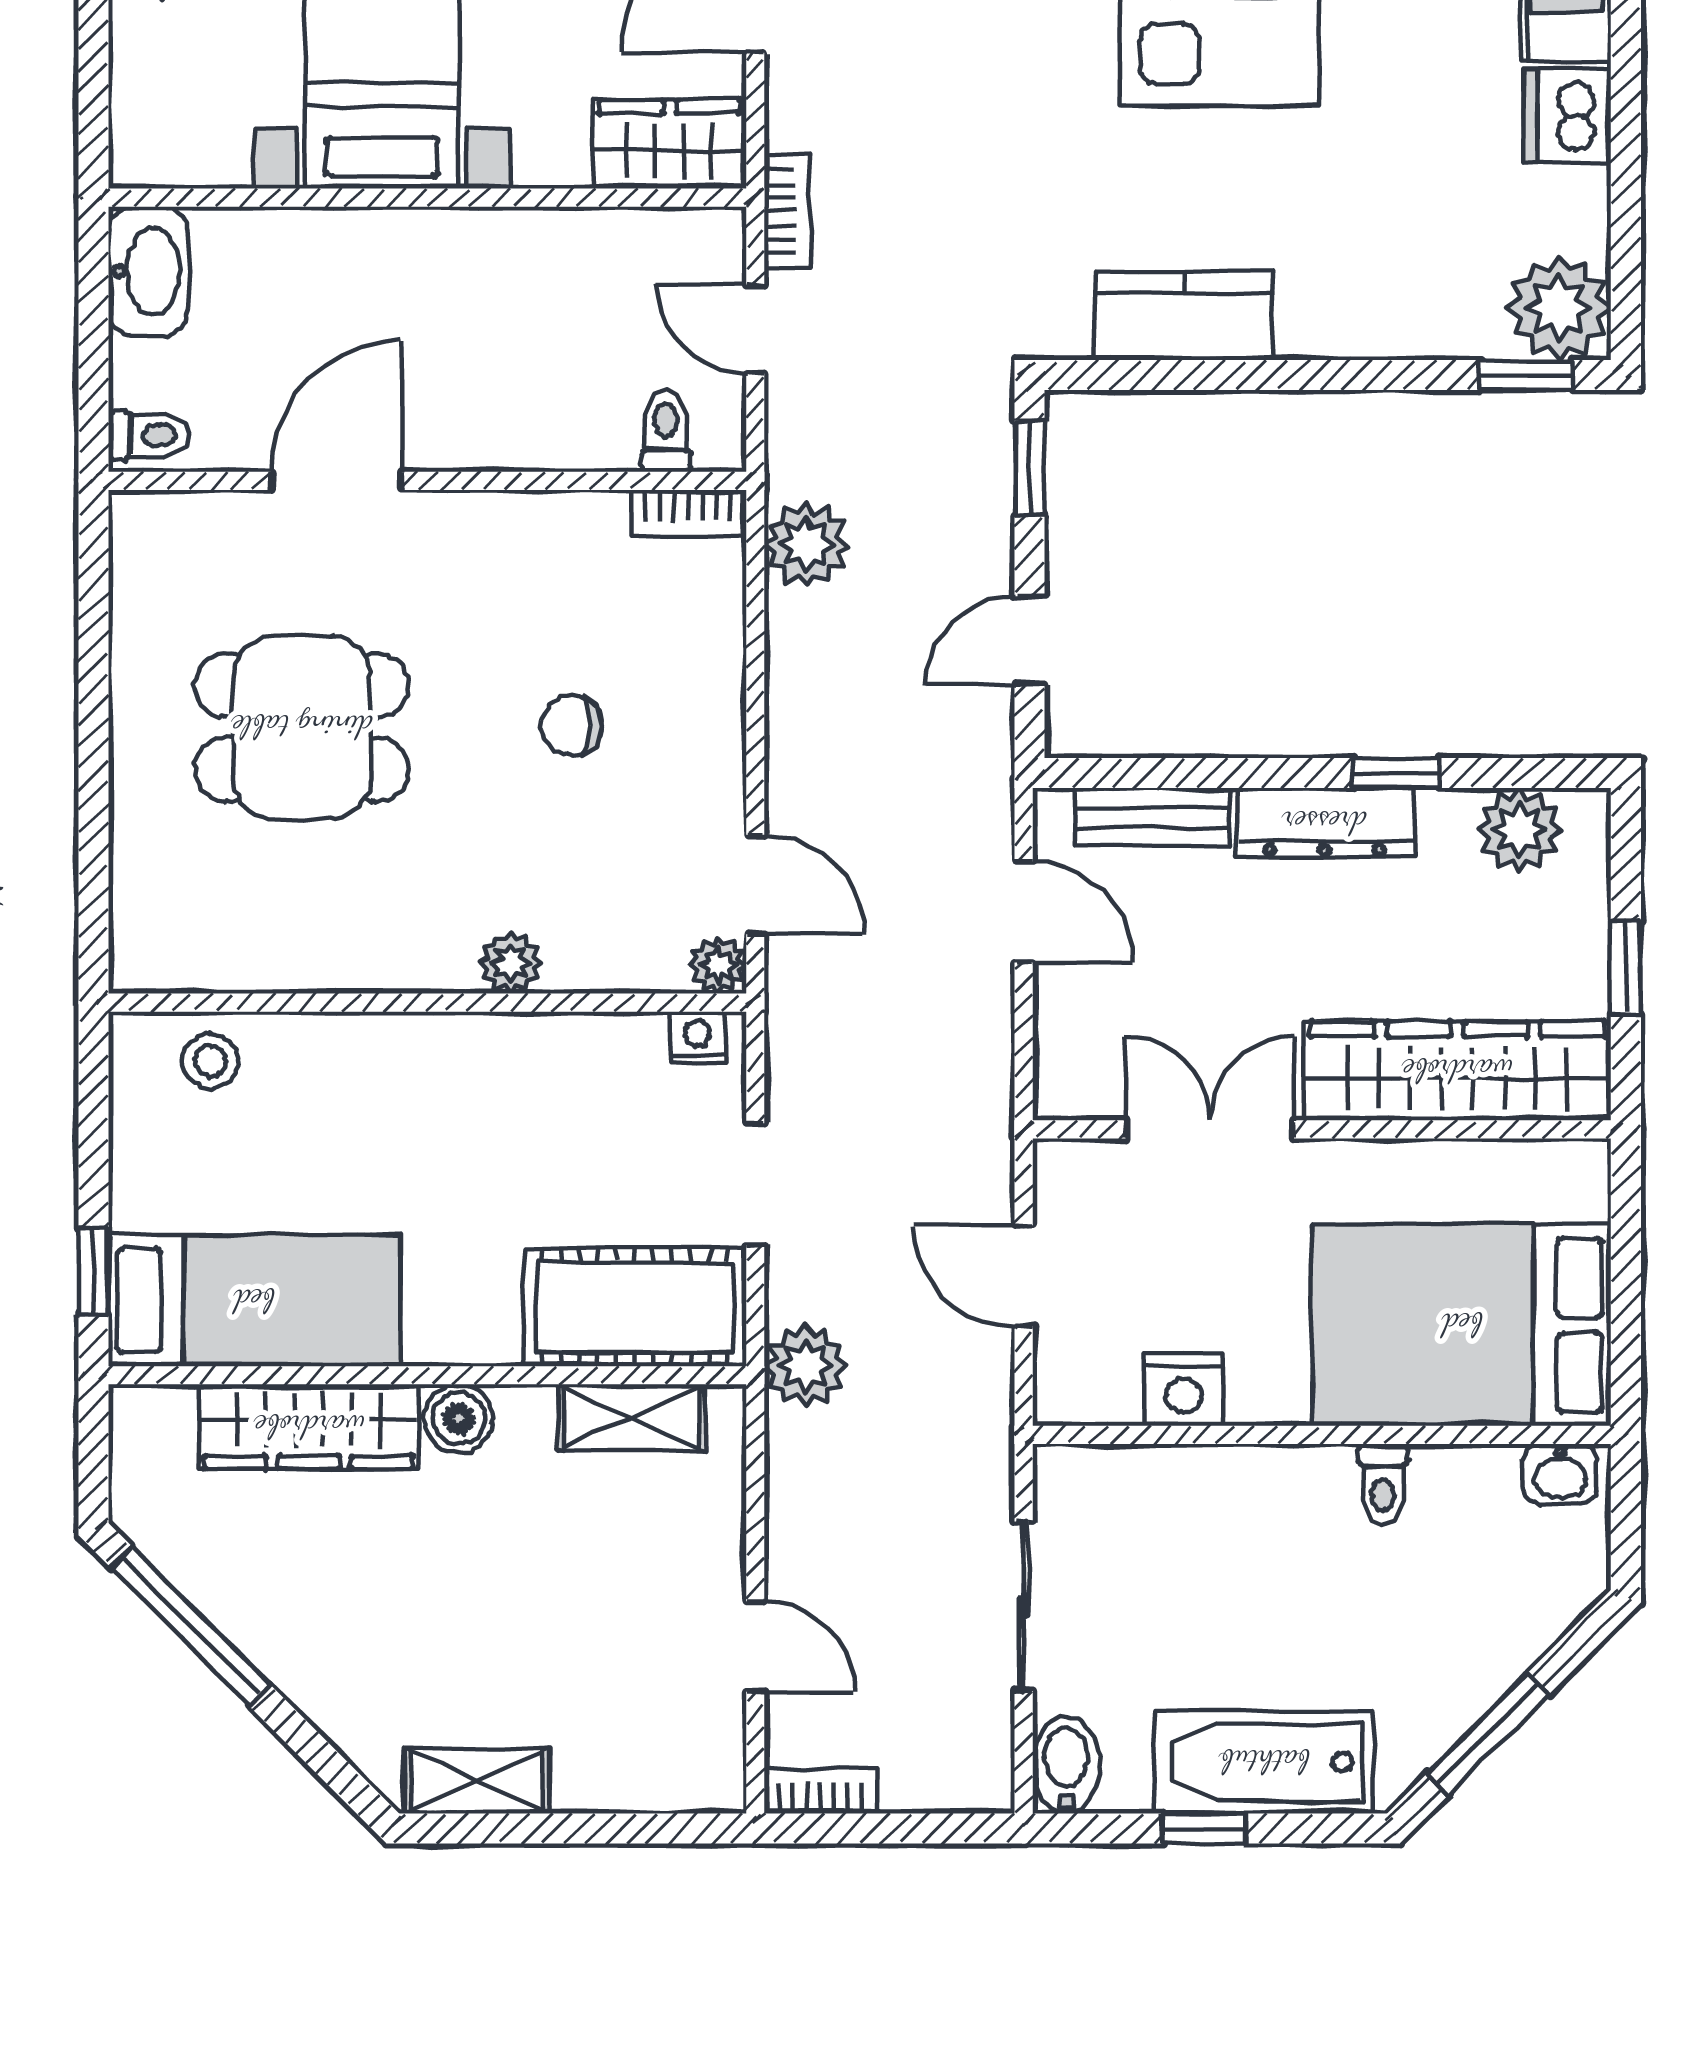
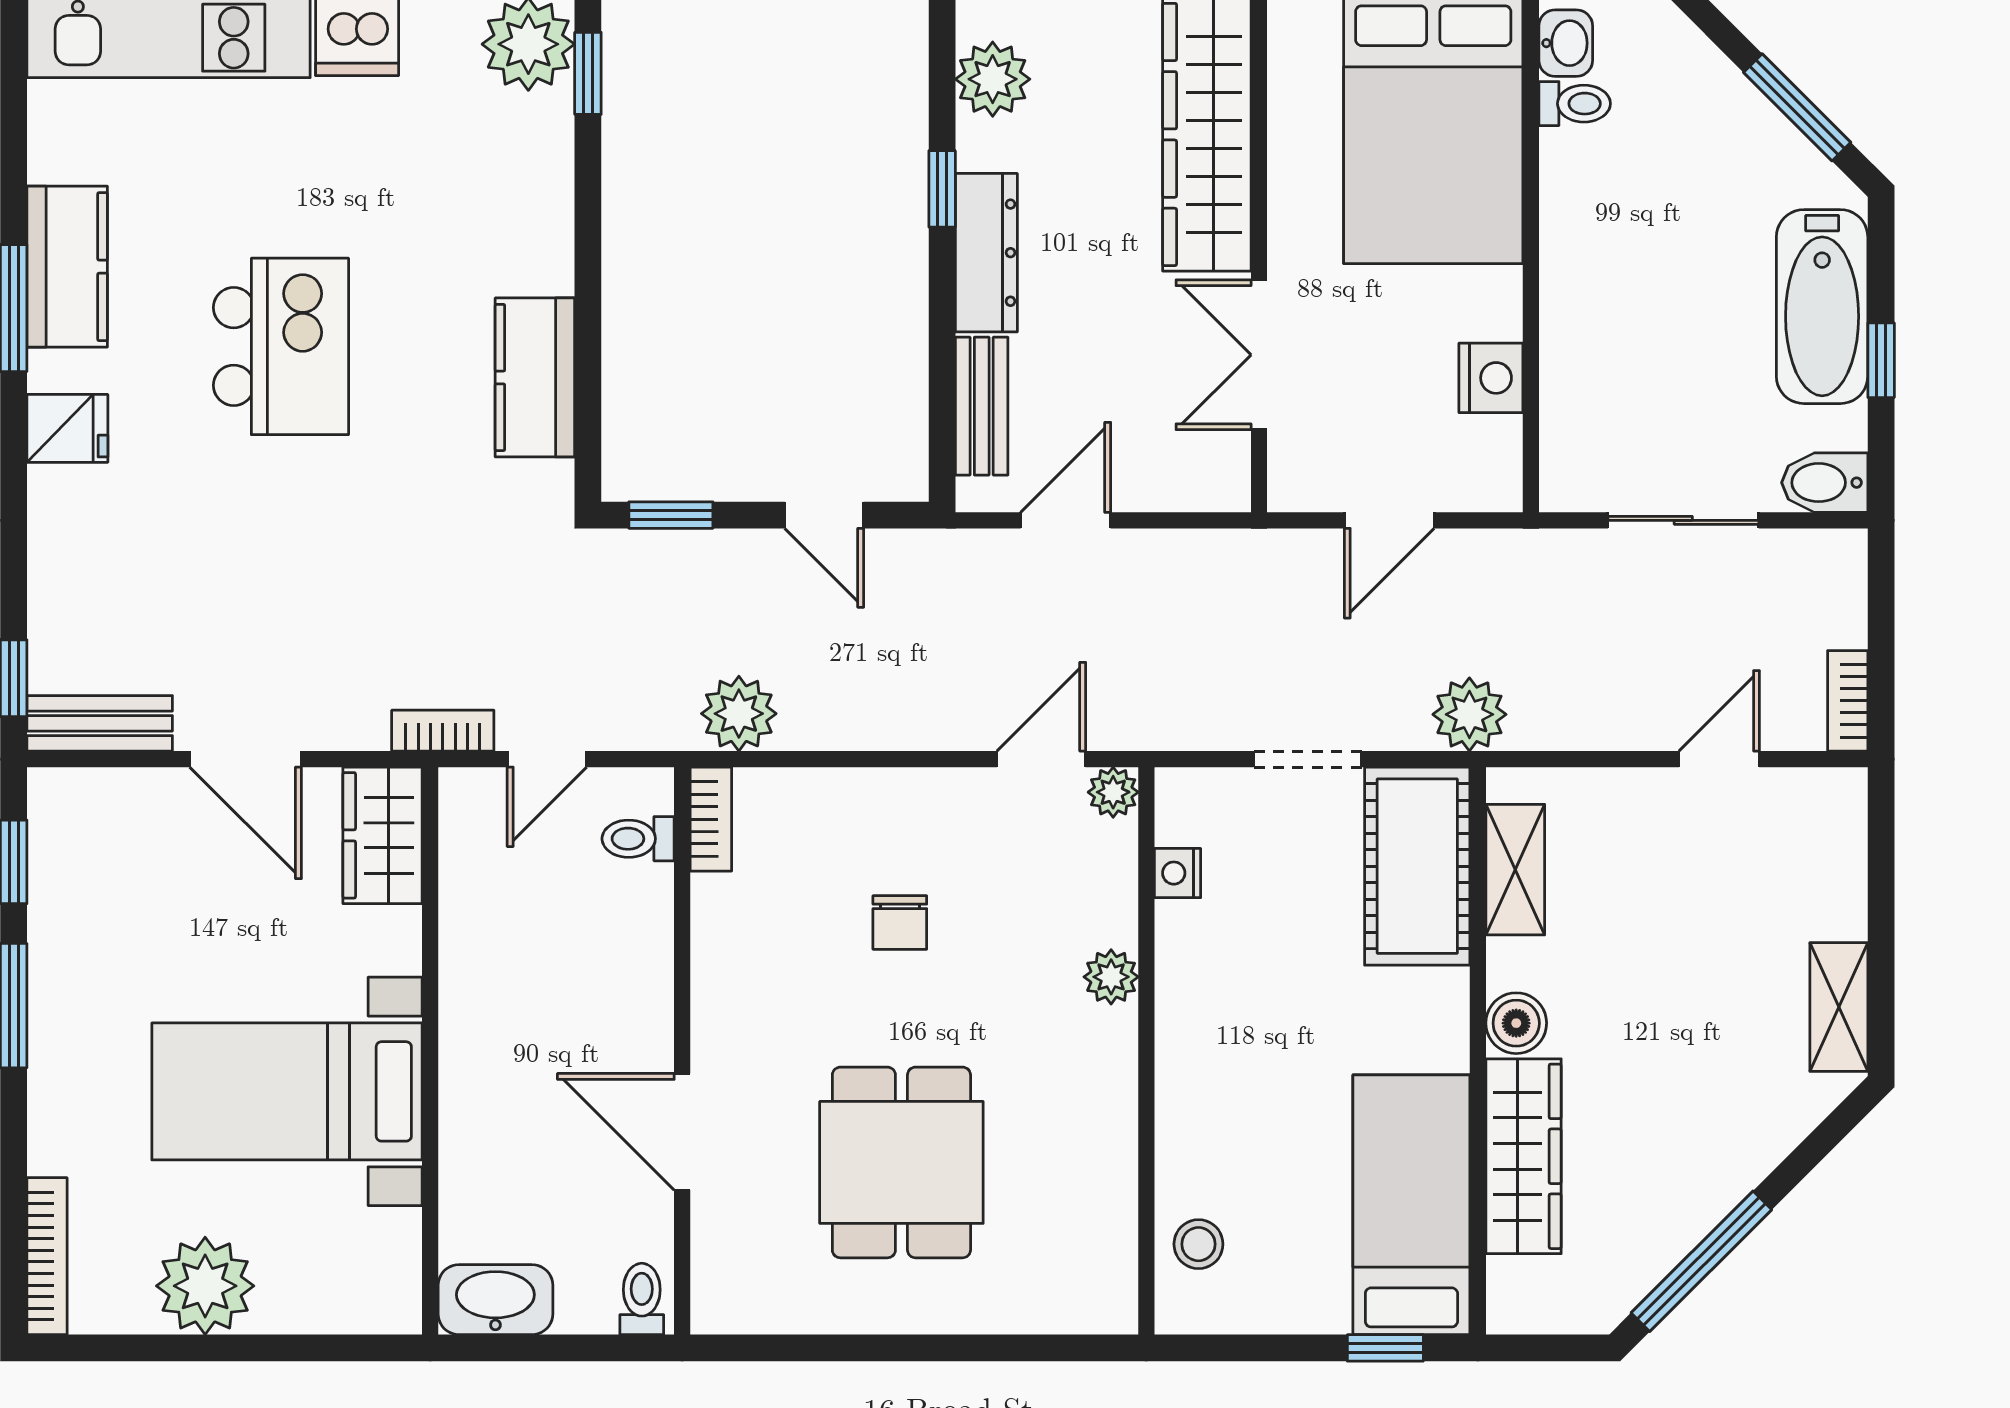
nightstand: (697, 1038) -> (1177, 873), moved
toilet: (1383, 1484) -> (1575, 104), moved

